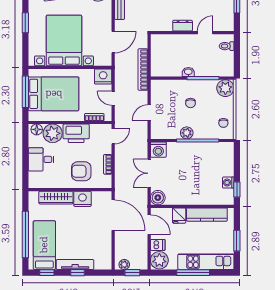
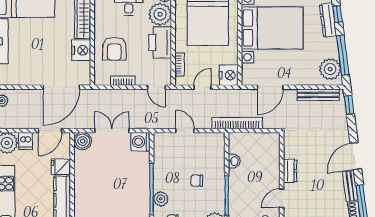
door: (205, 33) -> (282, 198), swing flipped
door: (113, 42) -> (270, 87), hinge flipped
washbasin: (188, 72) -> (234, 161), moved
plant: (187, 133) -> (161, 199), moved
armchair: (81, 171) -> (114, 49), turned 180

